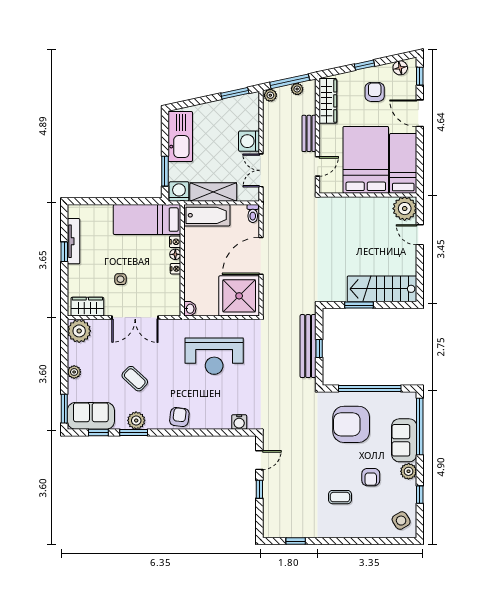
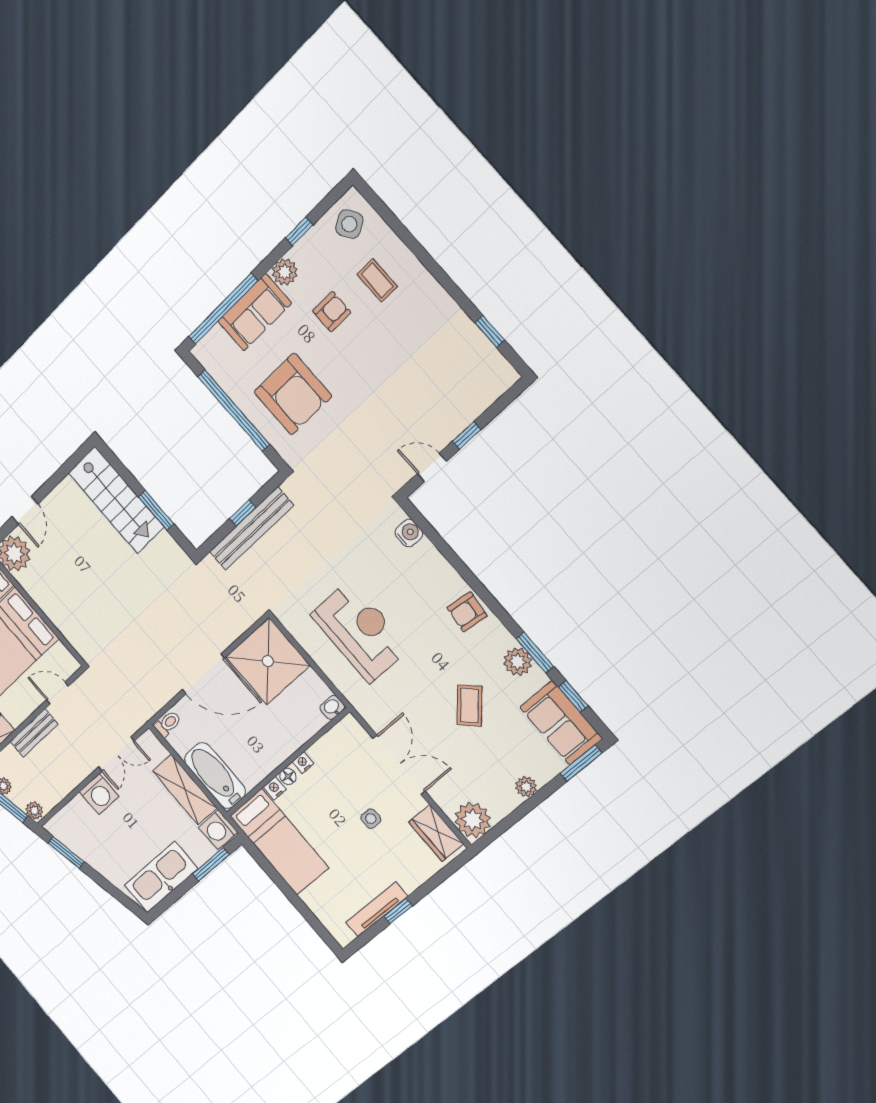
coffee table: (340, 497) -> (377, 280), moved

